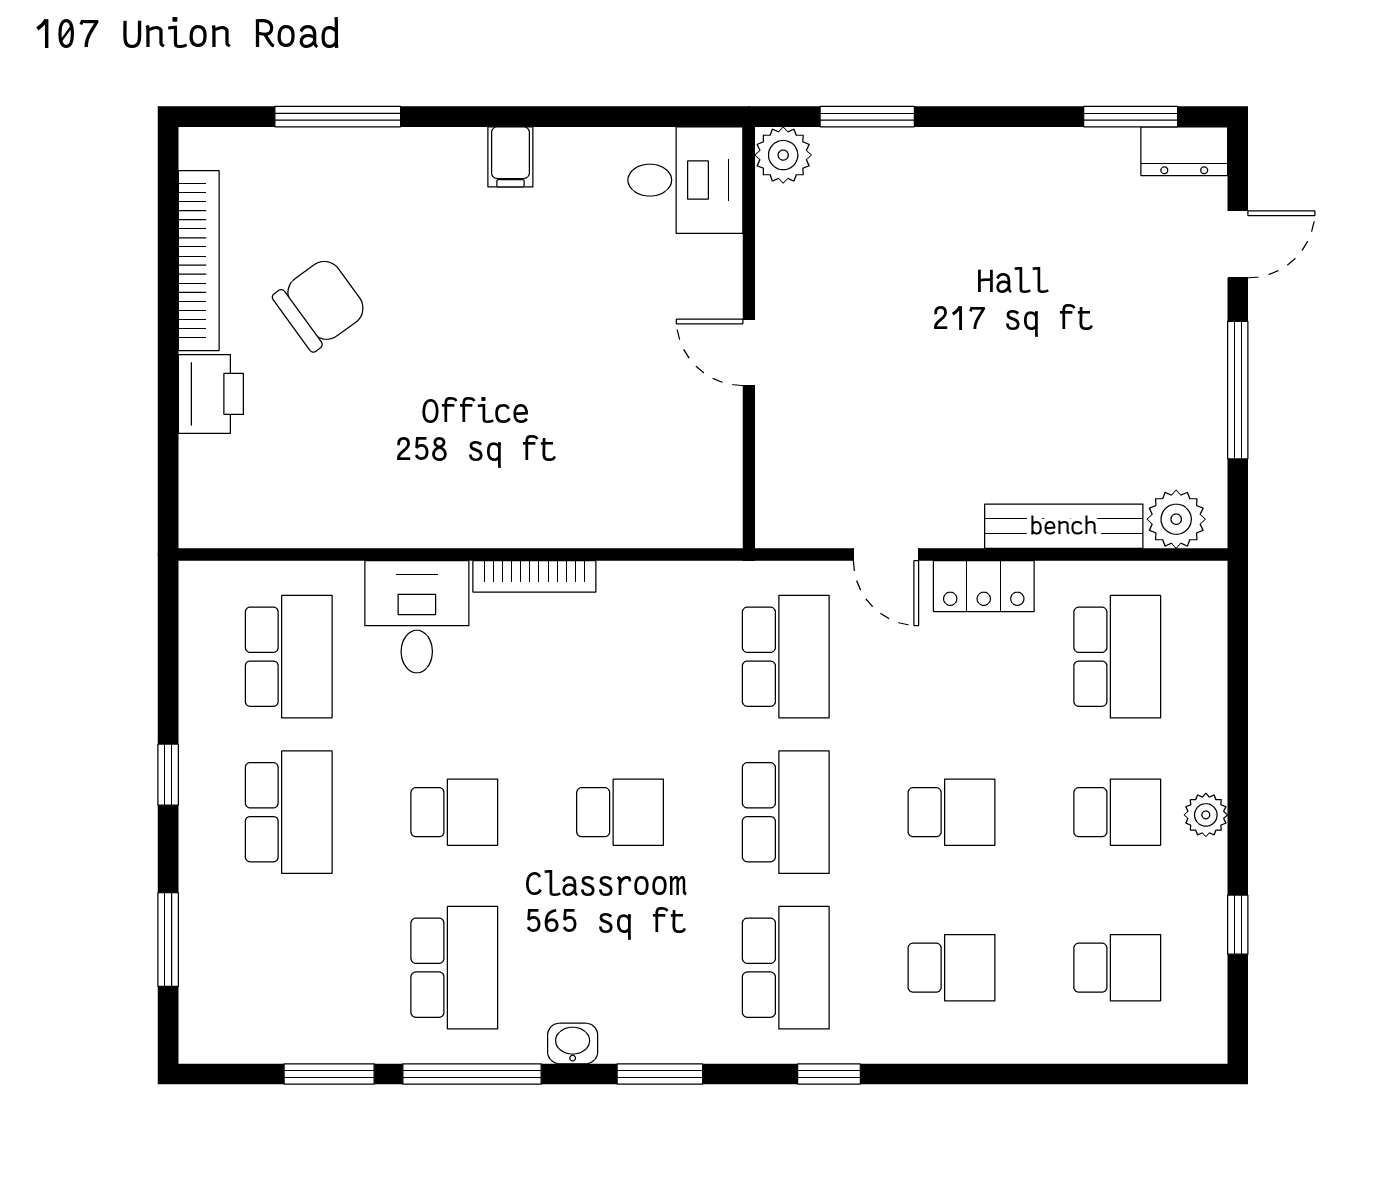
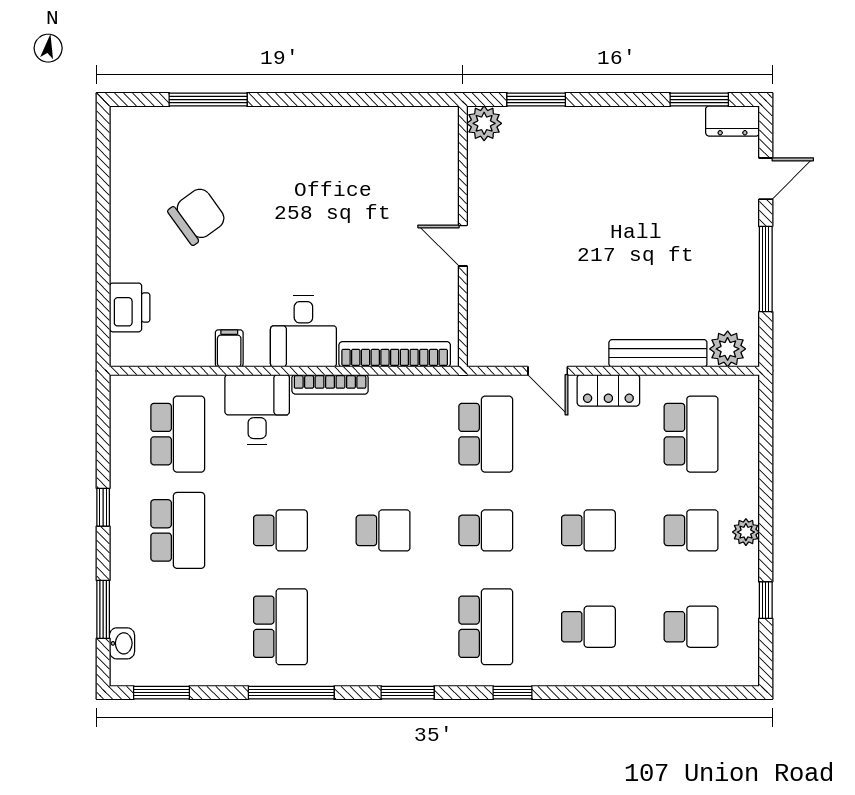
filing cabinet: (510, 157) -> (229, 348), moved, turned 180
desk: (685, 180) -> (303, 331), moved, turned 90
bookcase: (199, 261) -> (395, 354), moved, turned -90
printer: (211, 394) -> (130, 307), moved
school desk: (786, 812) -> (486, 530), width x0.54
washbasin: (573, 1043) -> (122, 643), moved, turned 90
window: (329, 1074) -> (162, 693), moved

